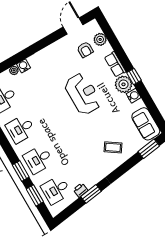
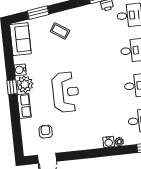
plant: (100, 39) -> (28, 135), removed
reception desk: (83, 94) -> (66, 92), turned 180
window: (149, 149) -> (38, 13), moved

